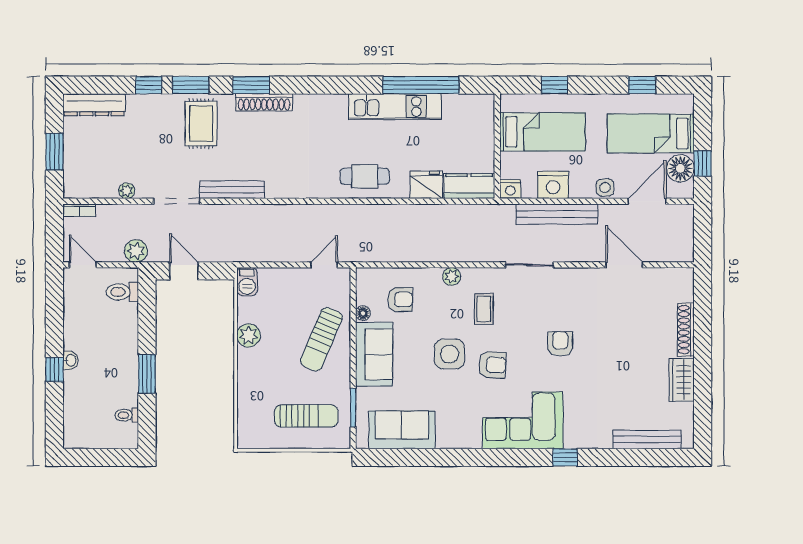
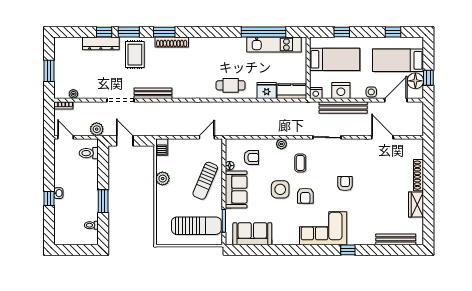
dresser: (94, 105) -> (101, 43), moved
kitchen unit: (395, 107) -> (274, 45), moved
plant: (127, 191) -> (73, 94), moved
armchair: (492, 365) -> (305, 196), turned 87
sun lounger: (306, 416) -> (196, 226), width x1.36, depth x1.34

